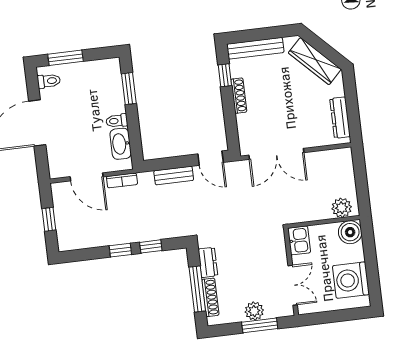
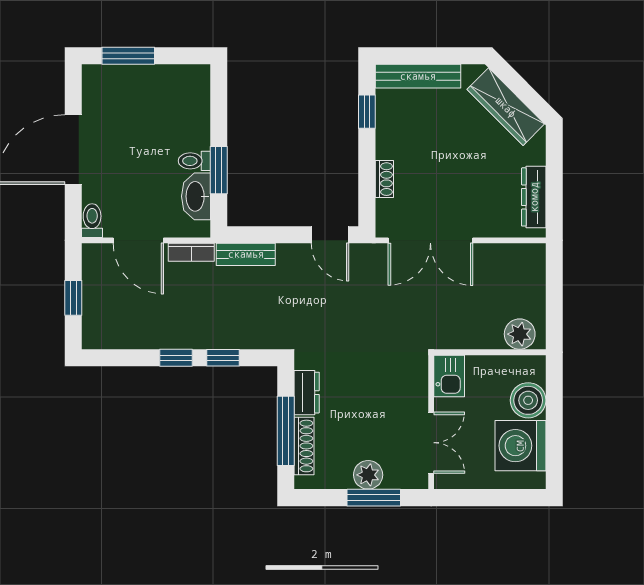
toilet: (49, 81) -> (92, 221), moved, turned -90
window: (129, 89) -> (219, 170), moved
shoe rack: (239, 96) -> (384, 179), moved, width x0.70
bench: (174, 176) -> (246, 254), moved
boiler: (350, 232) -> (528, 400), moved

